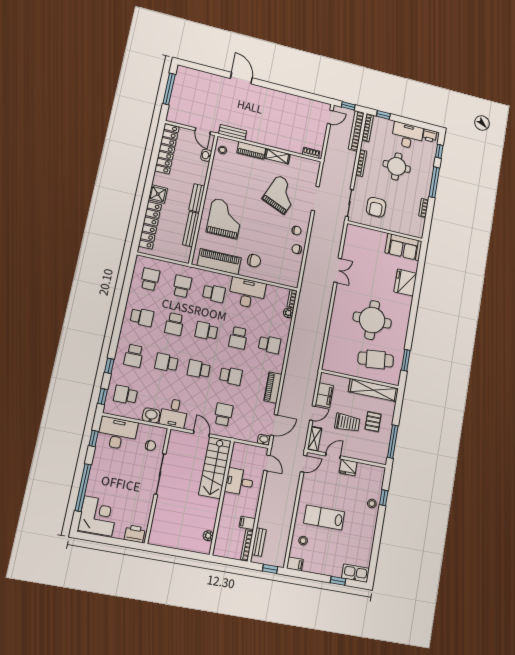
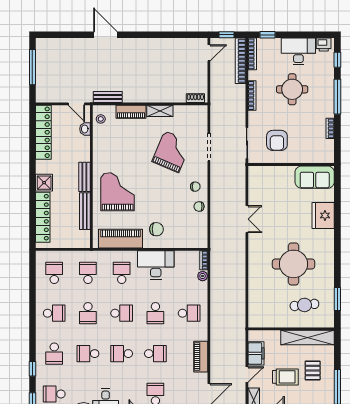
school desk: (214, 293) -> (122, 273), turned -90
school desk: (206, 331) -> (122, 313), turned 180
cafe table: (376, 359) -> (304, 305), width x0.73, depth x0.74

